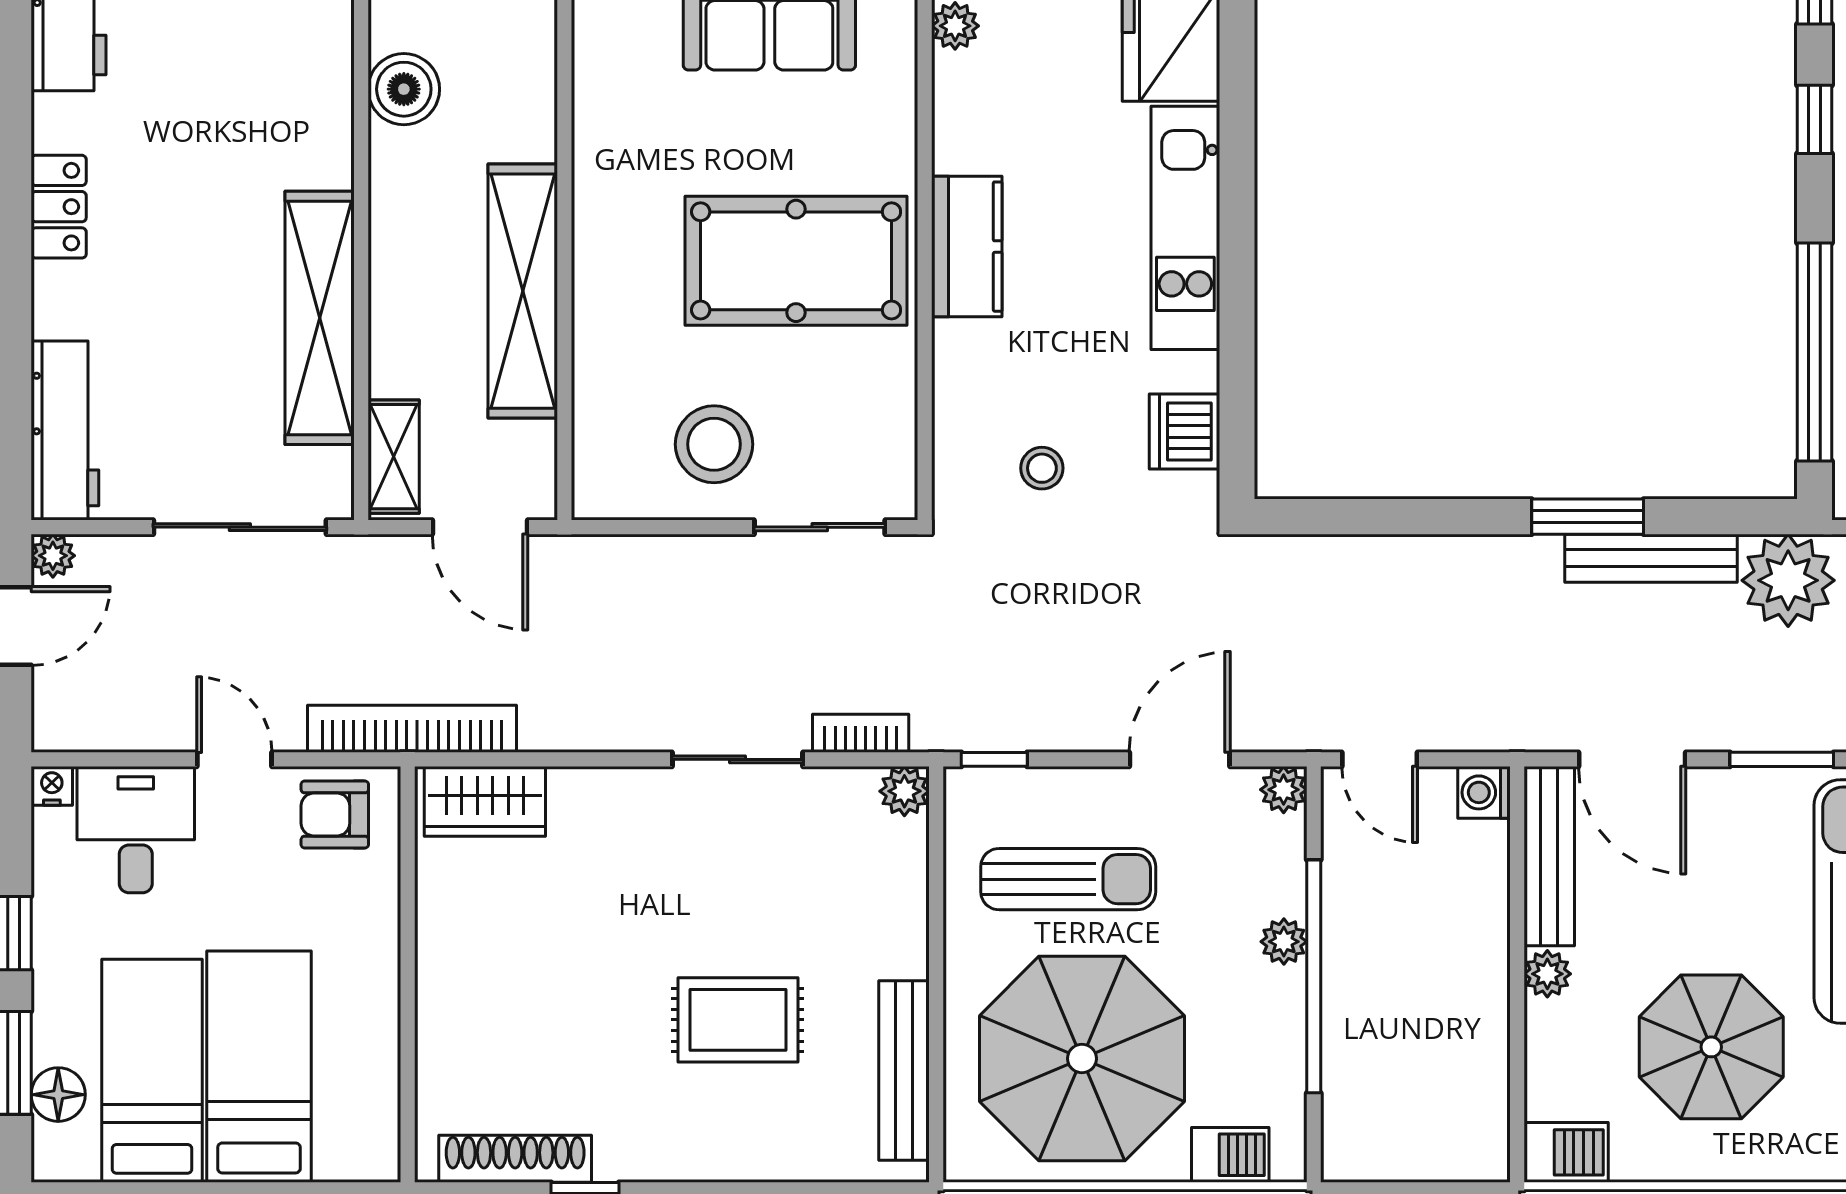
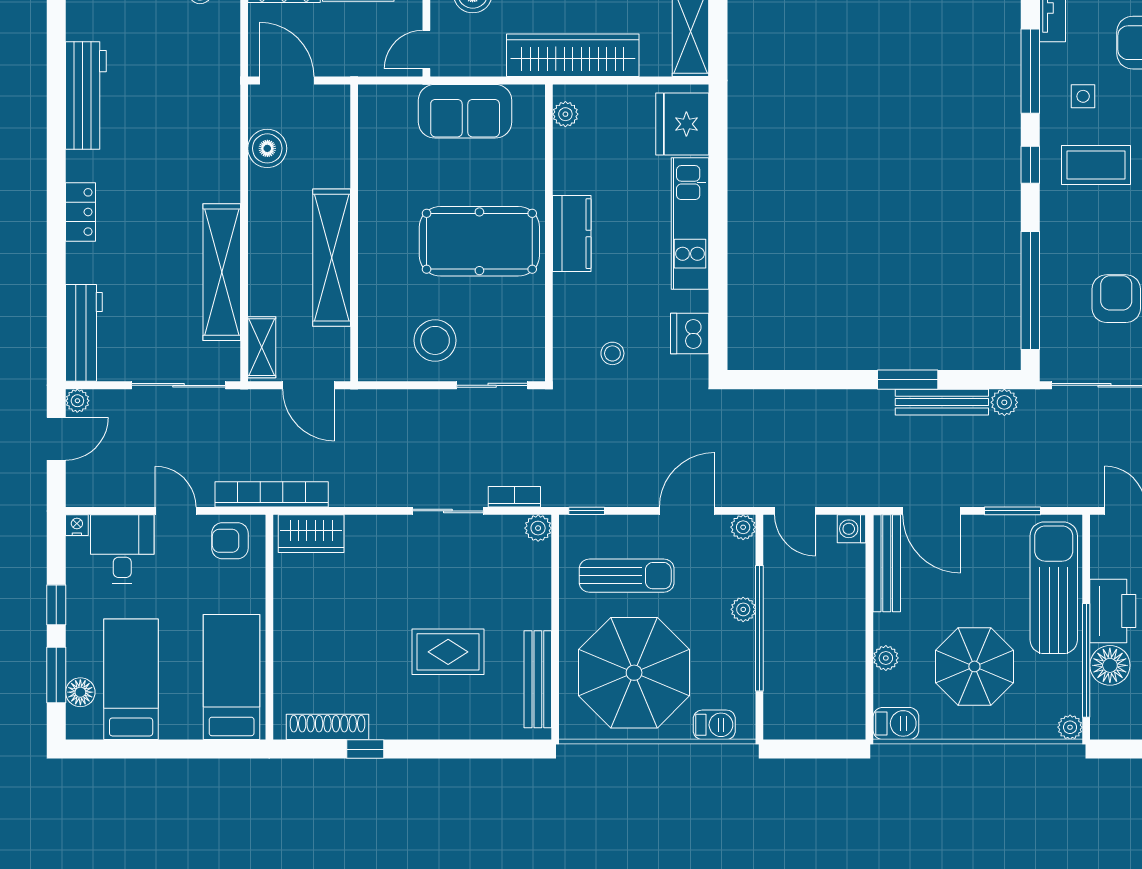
plant: (1788, 580) -> (1004, 402), width x0.53, depth x0.53
plant: (1547, 974) -> (886, 658), moved
bed: (259, 1067) -> (232, 677), moved

